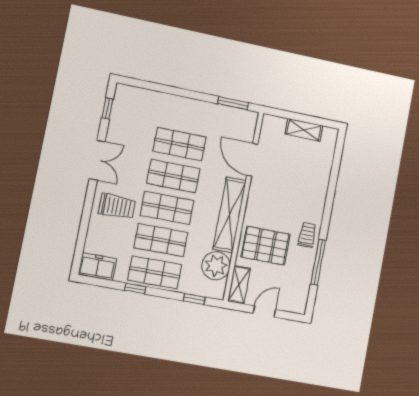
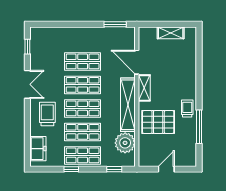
trolley: (117, 206) -> (47, 114), turned -90
freezer: (97, 267) -> (38, 149), moved, turned 90
shelving: (239, 285) -> (144, 88), moved

